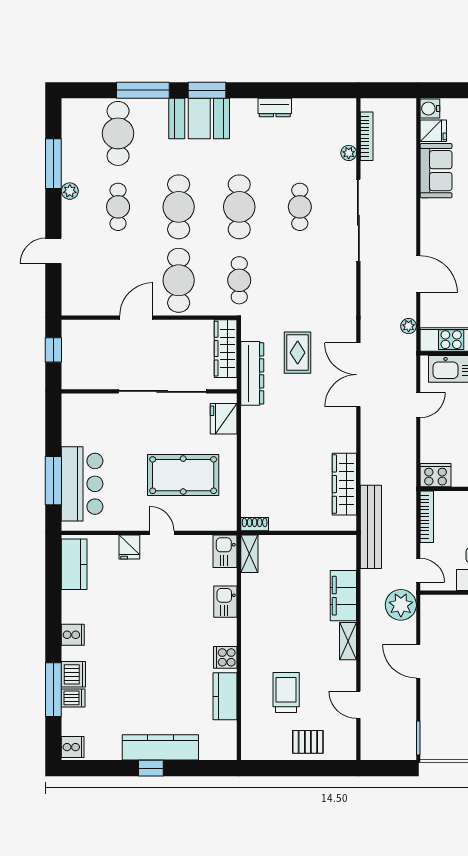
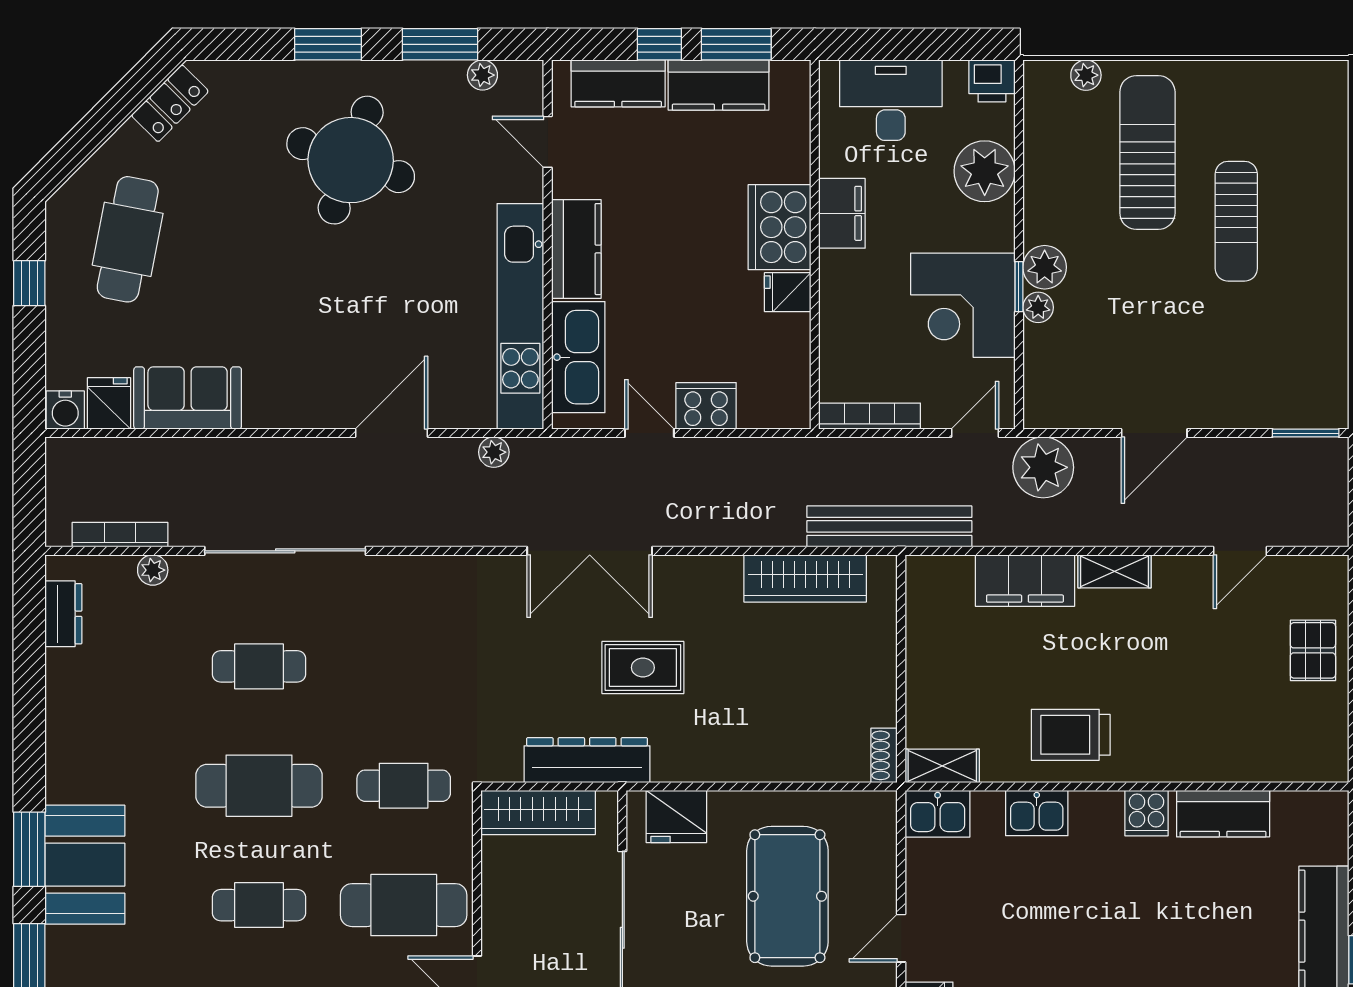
dresser: (275, 108) -> (63, 614), moved
cafe table: (179, 207) -> (259, 905), width x0.73, depth x0.74
rug: (298, 353) -> (643, 668), moved
cooker: (436, 475) -> (706, 406), moved, turned 90
trolley: (286, 693) -> (1071, 735), moved

